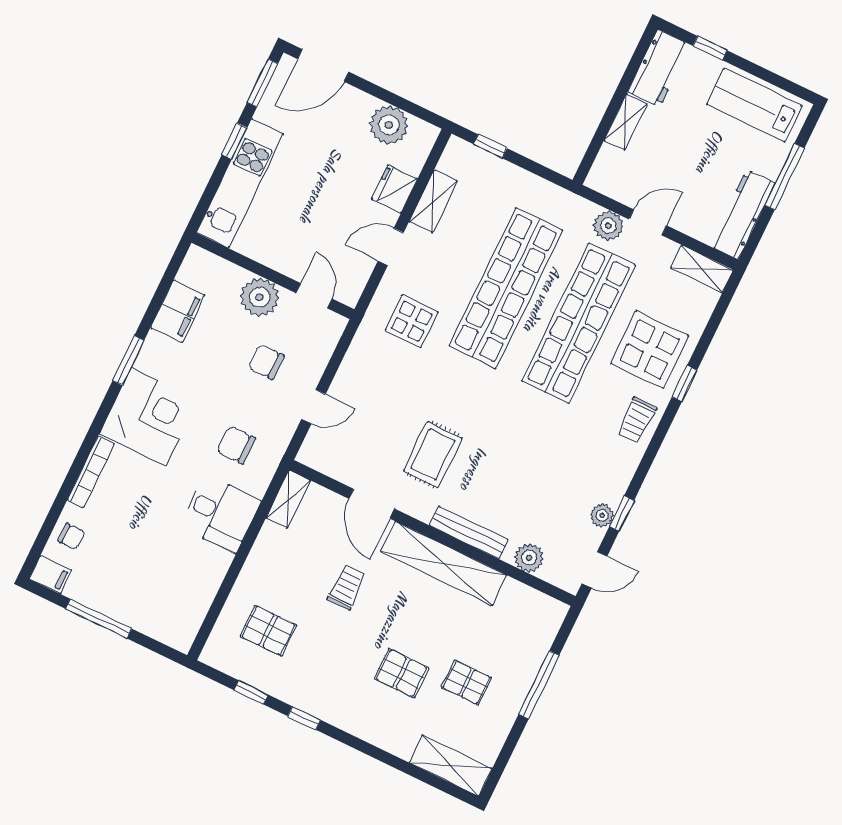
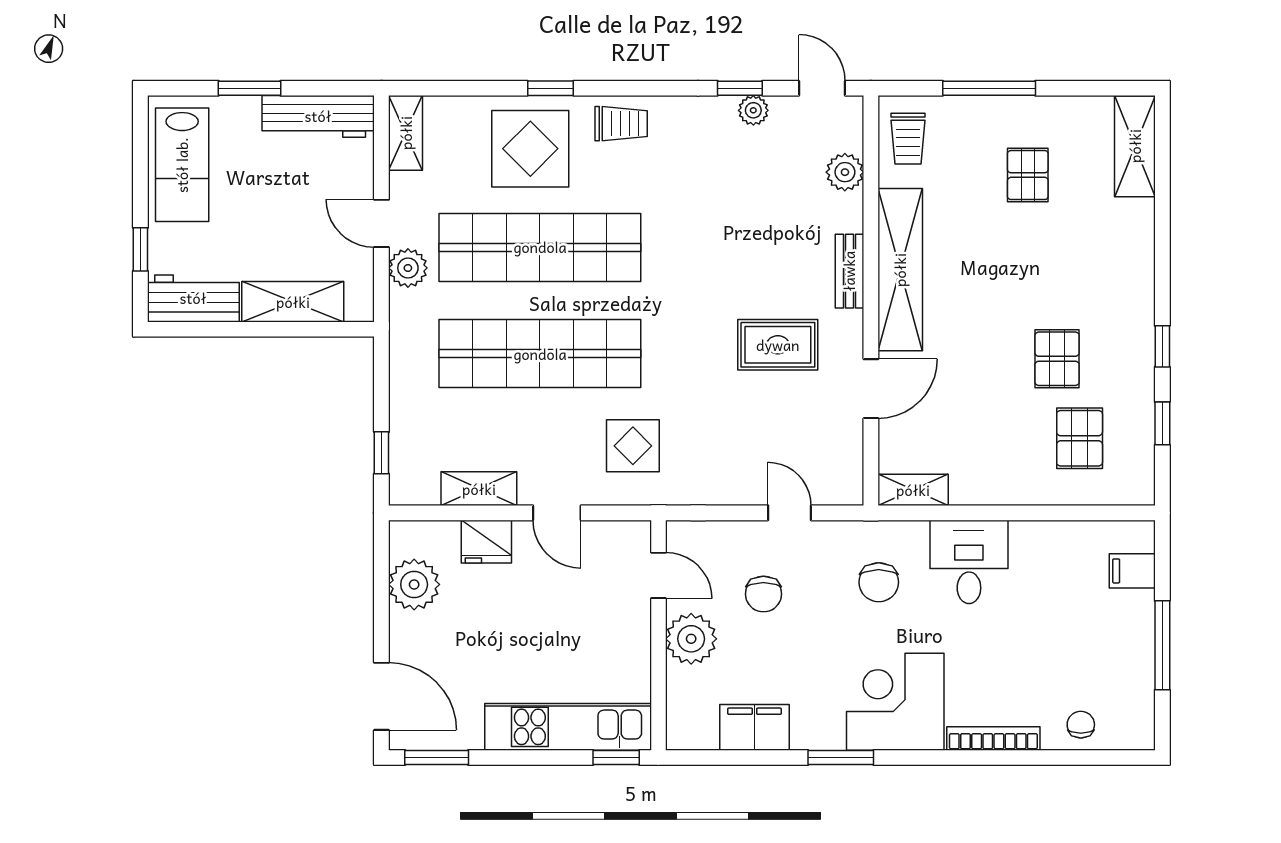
shelving: (626, 122) -> (293, 302), width x1.50, depth x1.33
window: (234, 141) -> (616, 758), moved
window: (785, 177) -> (249, 88), width x0.69
door: (314, 296) -> (659, 575), swing flipped
bench: (469, 533) -> (849, 271), width x0.73
filing cabinet: (50, 575) -> (1132, 571), moved, turned -90
trolley: (347, 587) -> (908, 139), moved, turned -90
pallet: (401, 673) -> (1057, 359), moved

